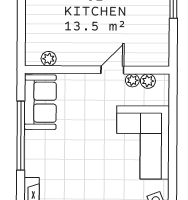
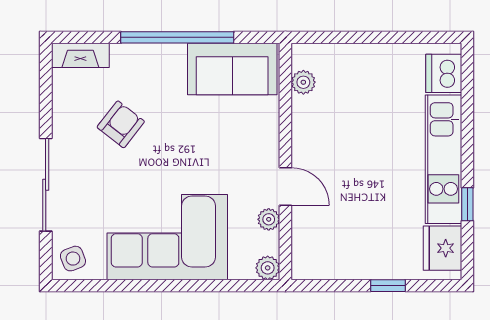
plant: (148, 81) -> (268, 268), moved
armchair: (74, 171) -> (121, 124), added

